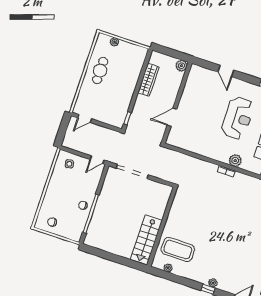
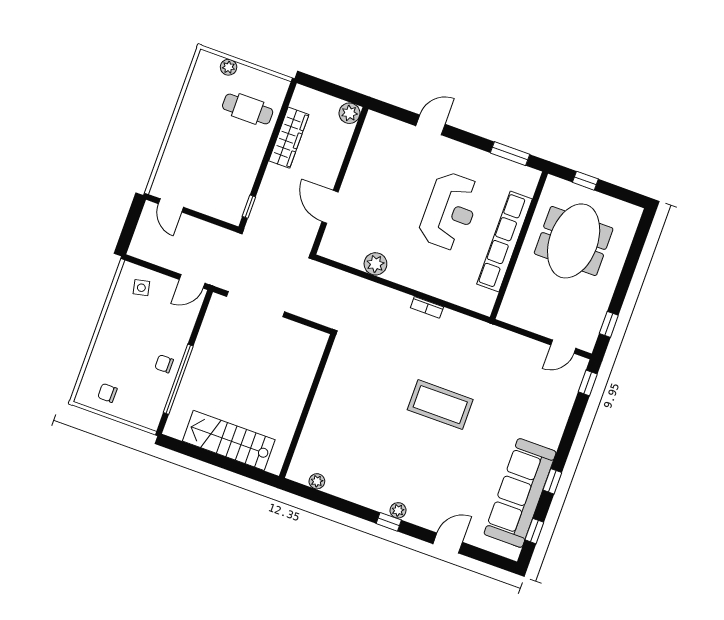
cafe table: (100, 71) -> (248, 109), moved, turned 90
door: (226, 71) -> (430, 125), swing flipped
door: (172, 117) -> (330, 207), hinge flipped
door: (85, 118) -> (171, 205), hinge flipped
plant: (235, 161) -> (375, 264), moved
stairs: (146, 240) -> (229, 440), moved, turned 90
coffee table: (178, 249) -> (440, 405), moved

